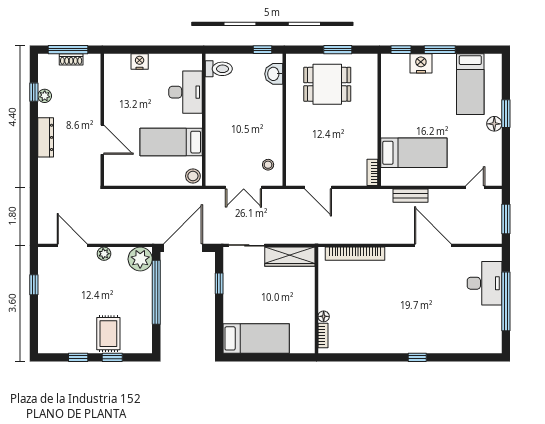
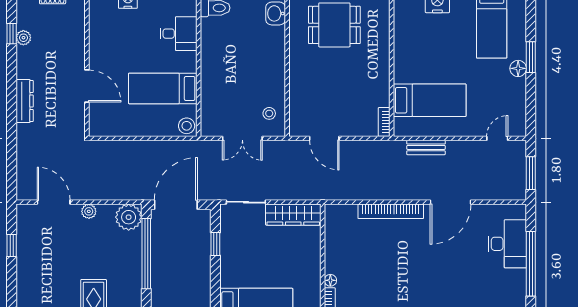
desk: (186, 92) -> (178, 34), width x0.73
dresser: (46, 137) -> (25, 101), moved
door: (433, 245) -> (451, 202), swing flipped
bookcase: (355, 254) -> (391, 211), moved

